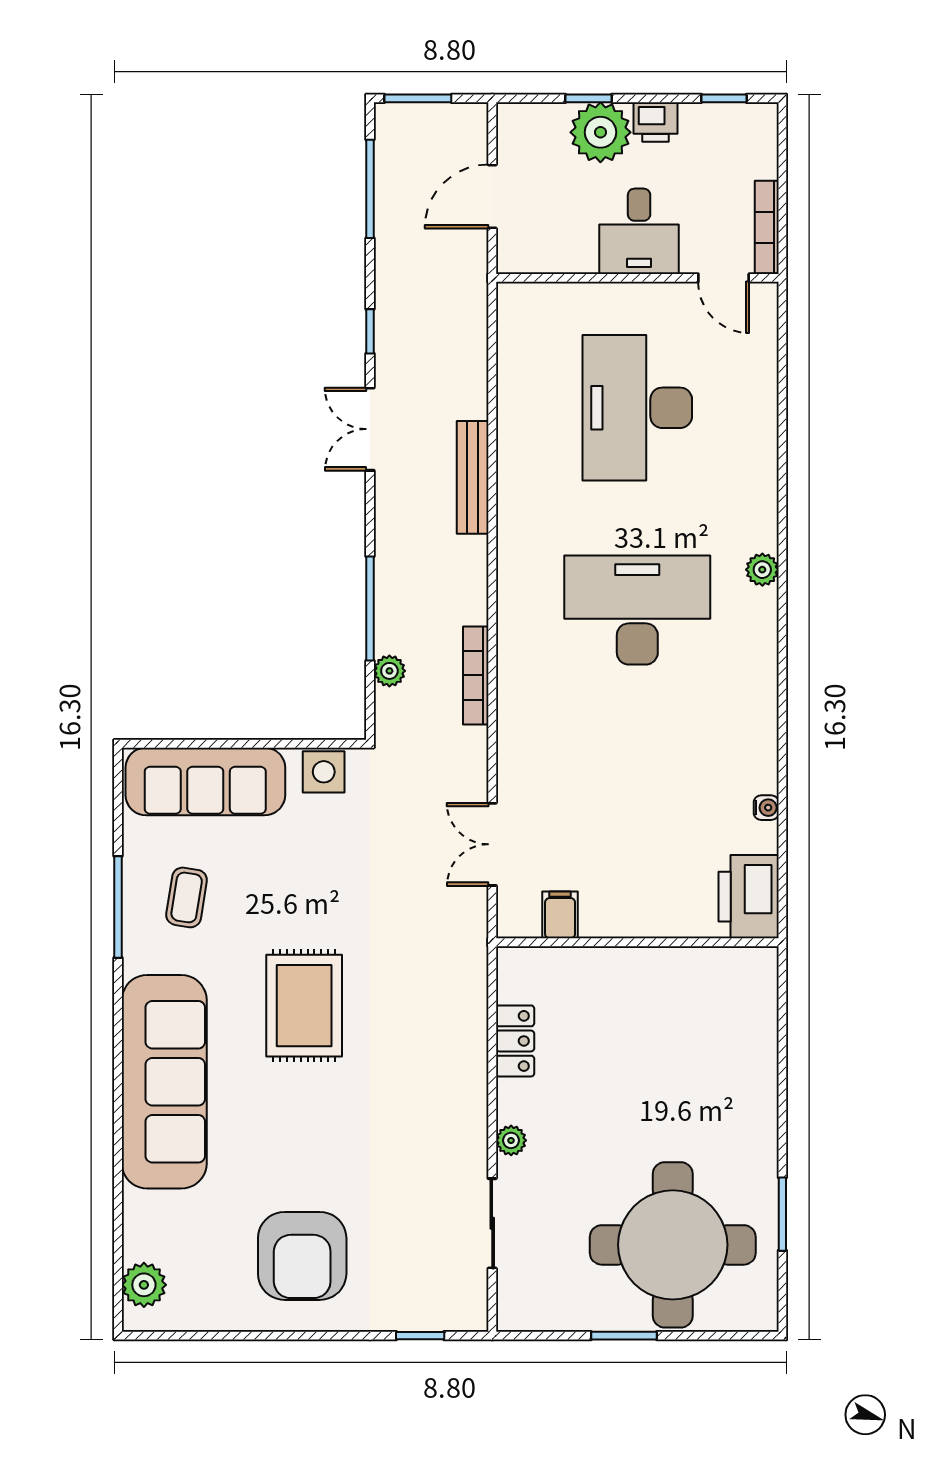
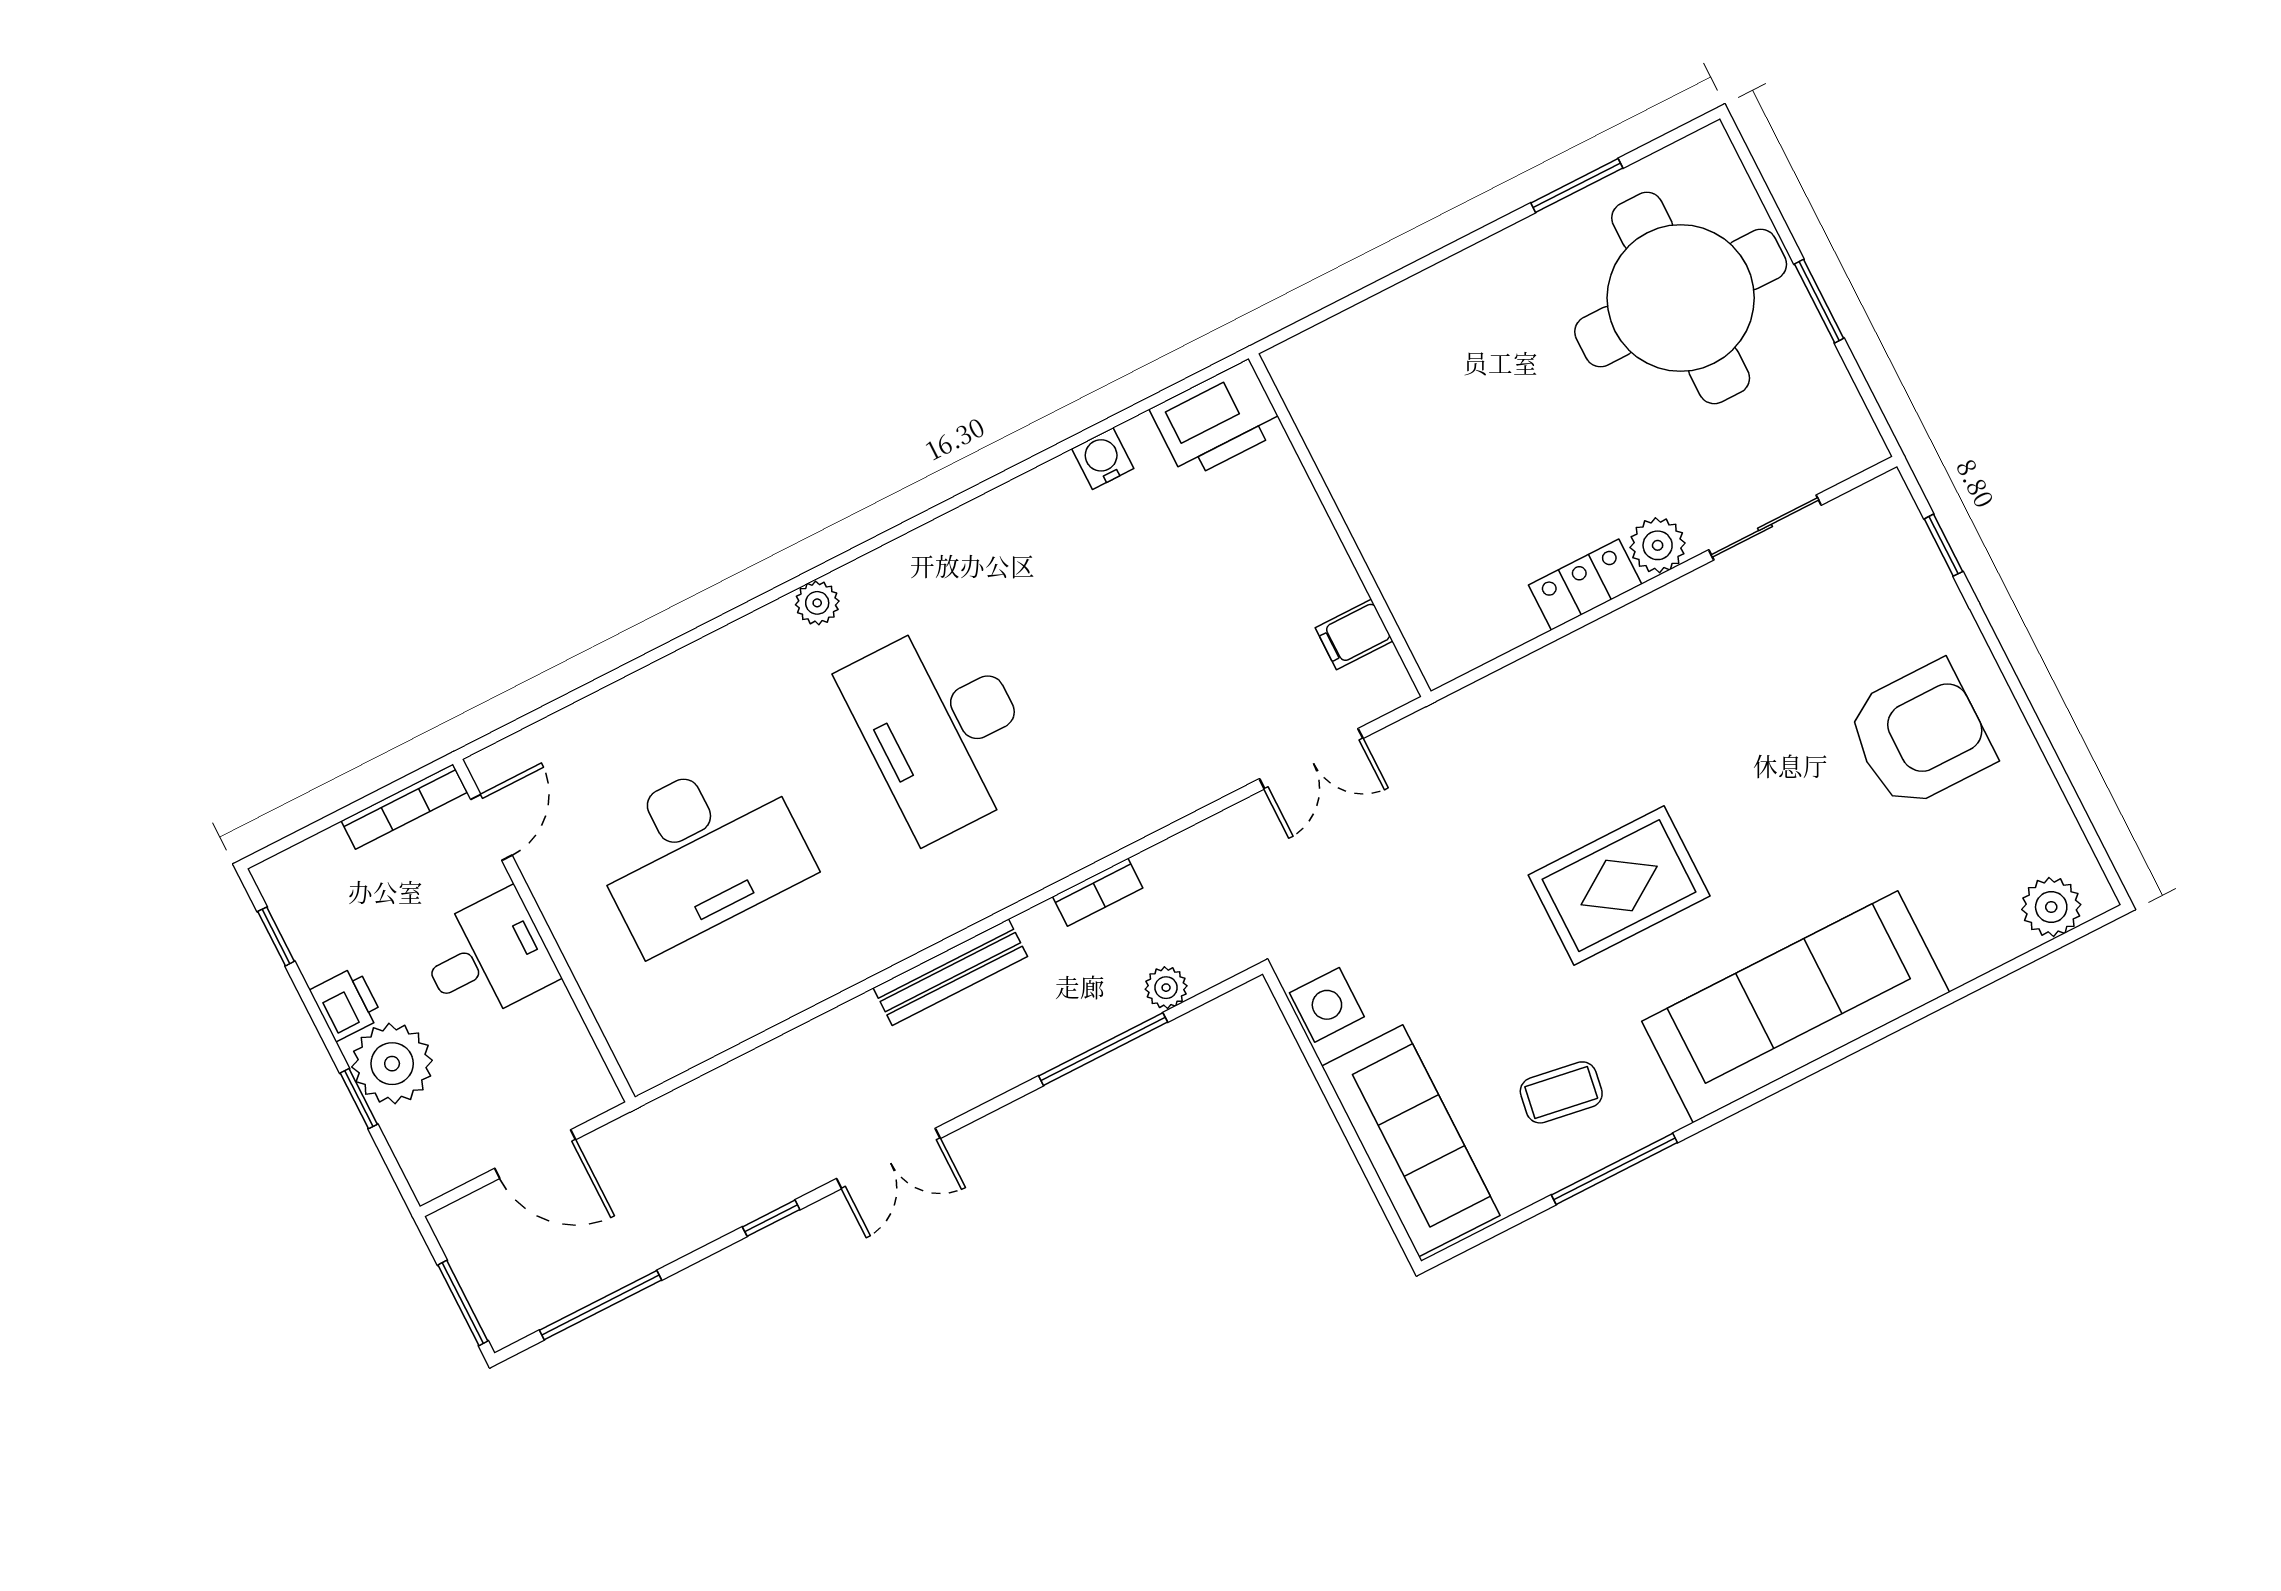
bench: (473, 477) -> (950, 972), moved
bookcase: (476, 675) -> (1098, 892), width x0.64
water cooler: (766, 808) -> (1103, 459), width x1.38, depth x1.38
locker: (515, 1041) -> (1585, 585), moved
plant: (511, 1140) -> (1658, 545), width x1.38, depth x1.38

